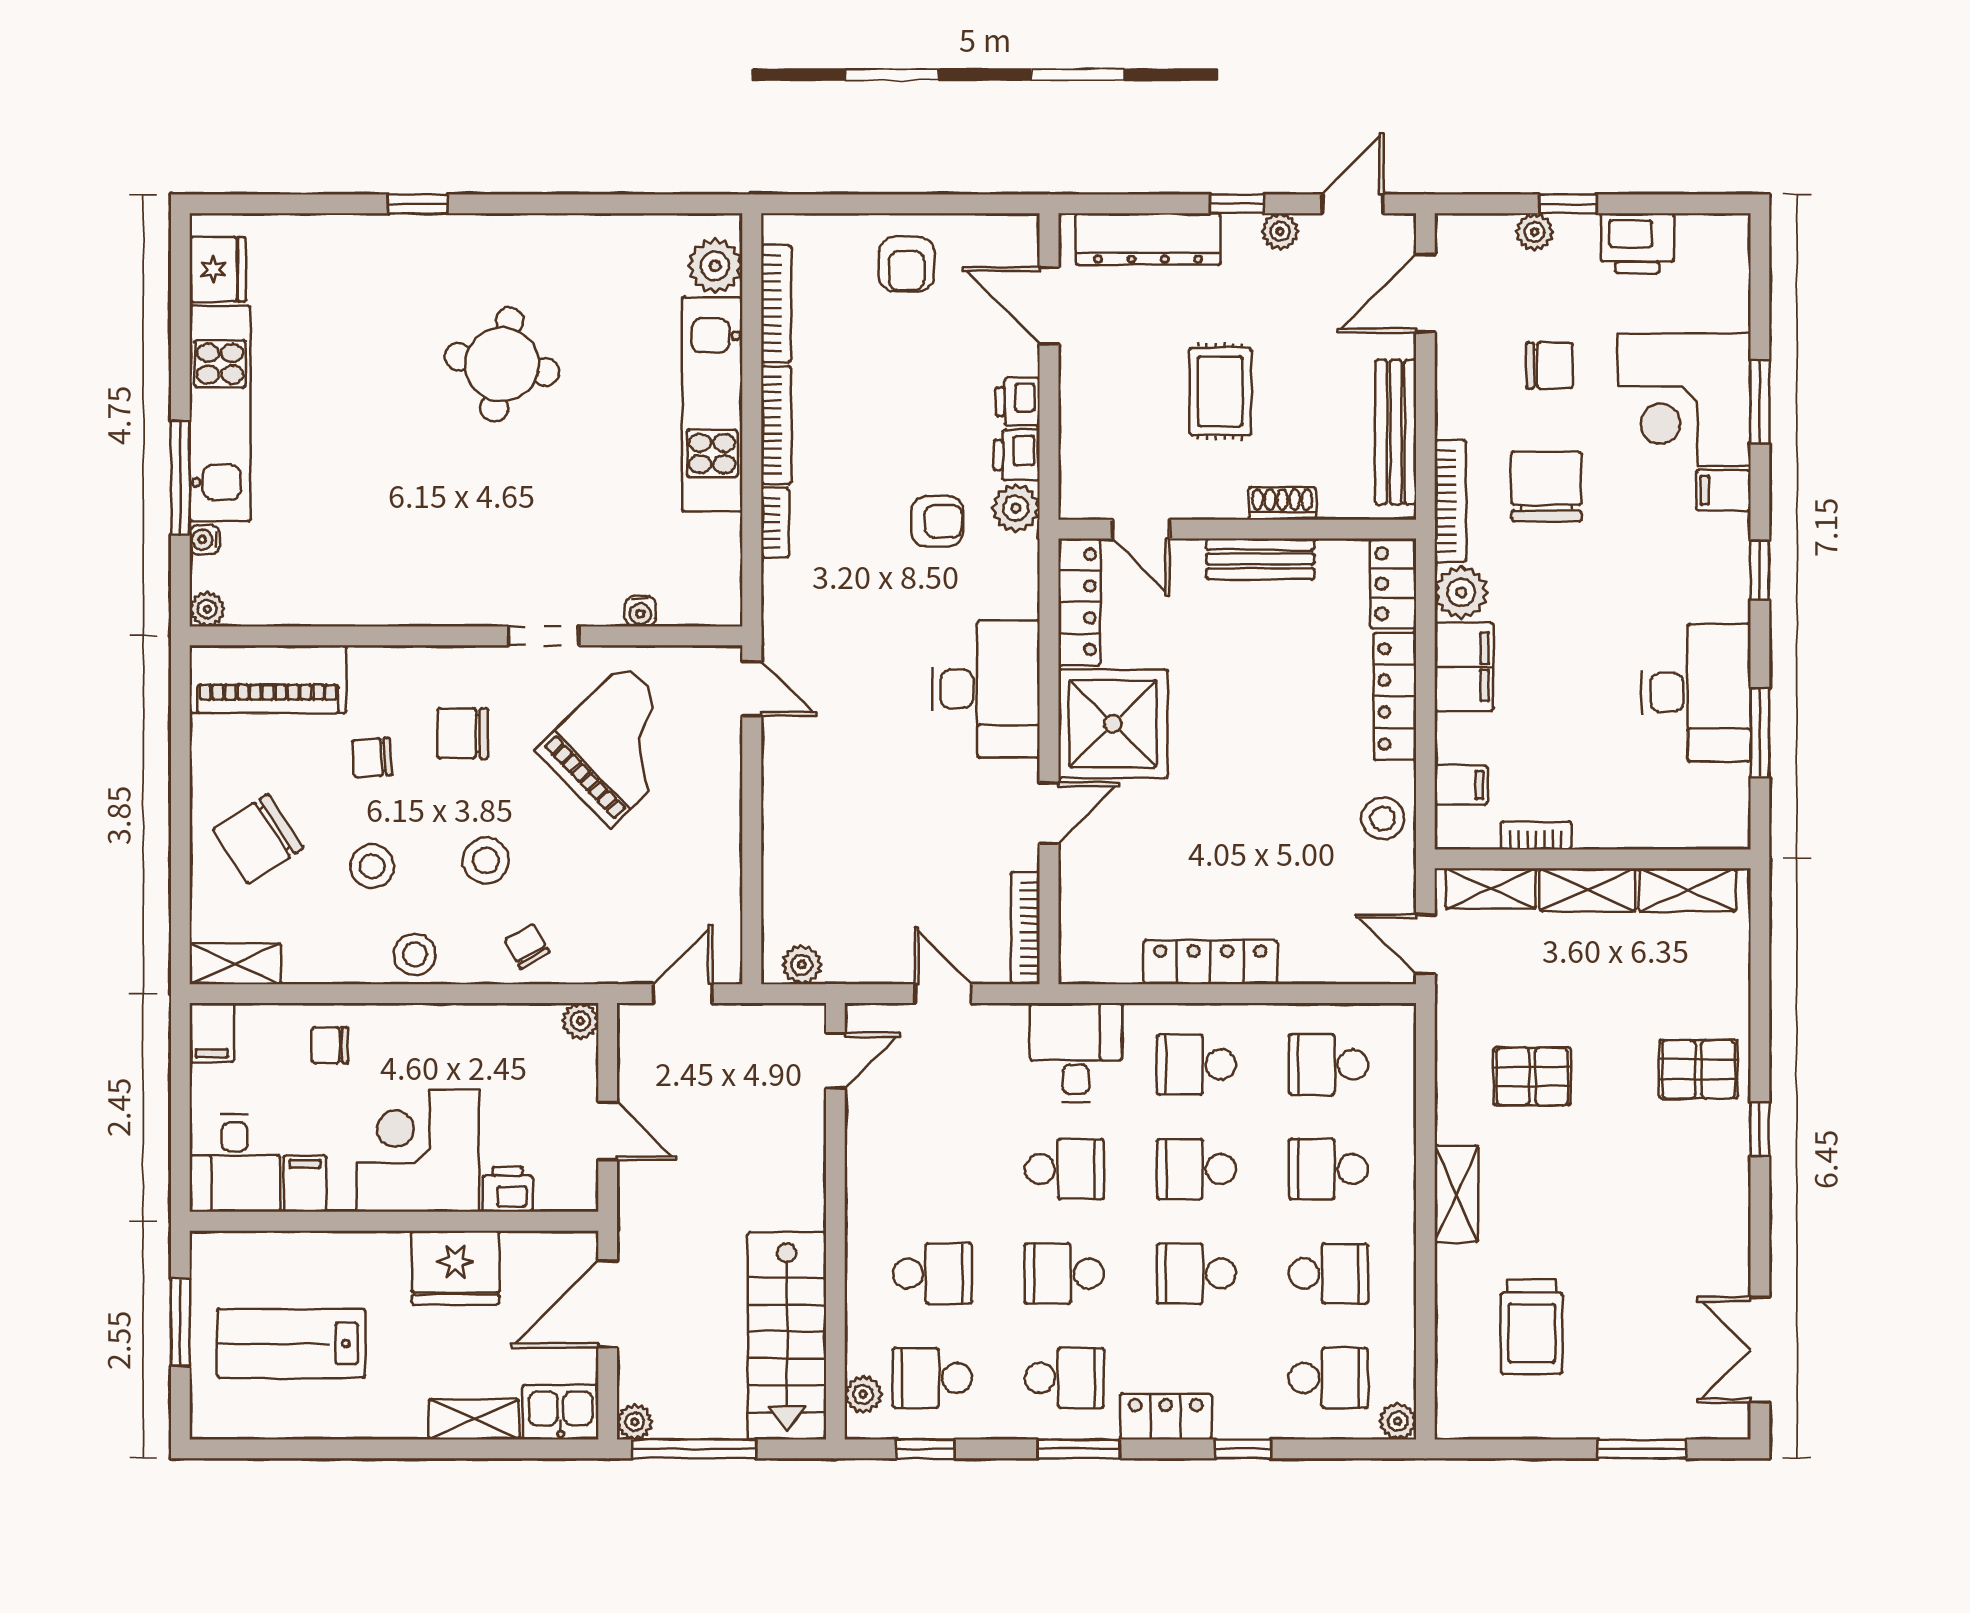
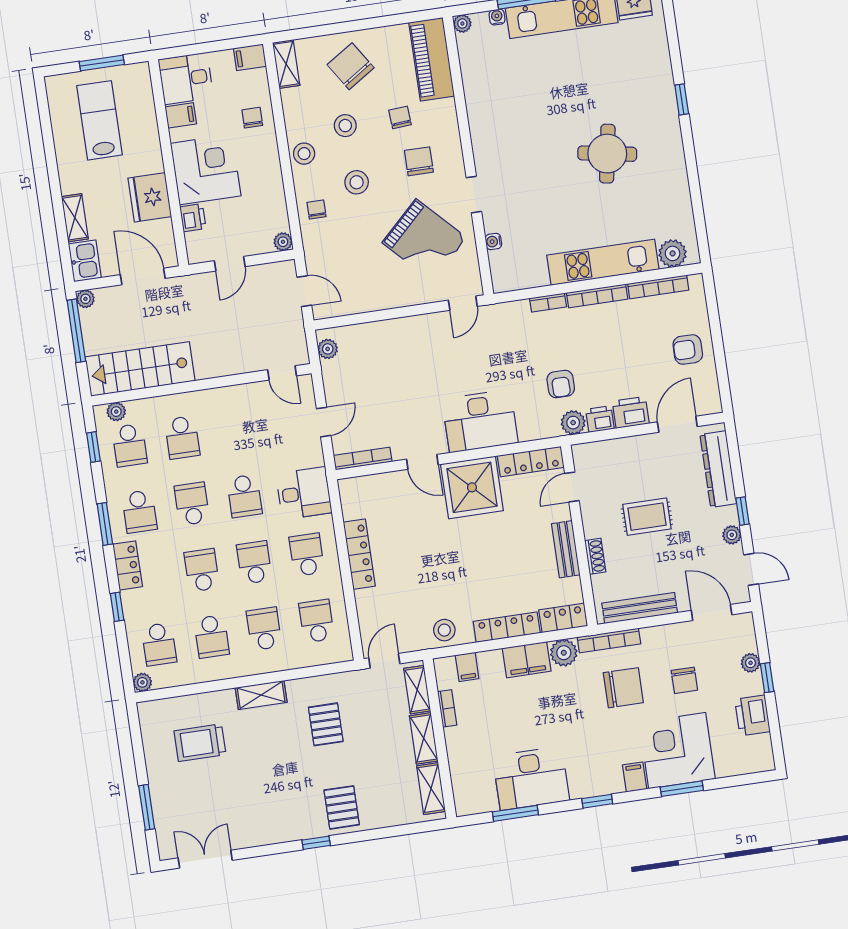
printer: (1018, 402) -> (631, 412), width x1.36, depth x1.24
chair: (527, 946) -> (316, 209), turned -60
school desk: (932, 1378) -> (130, 445), turned 180

